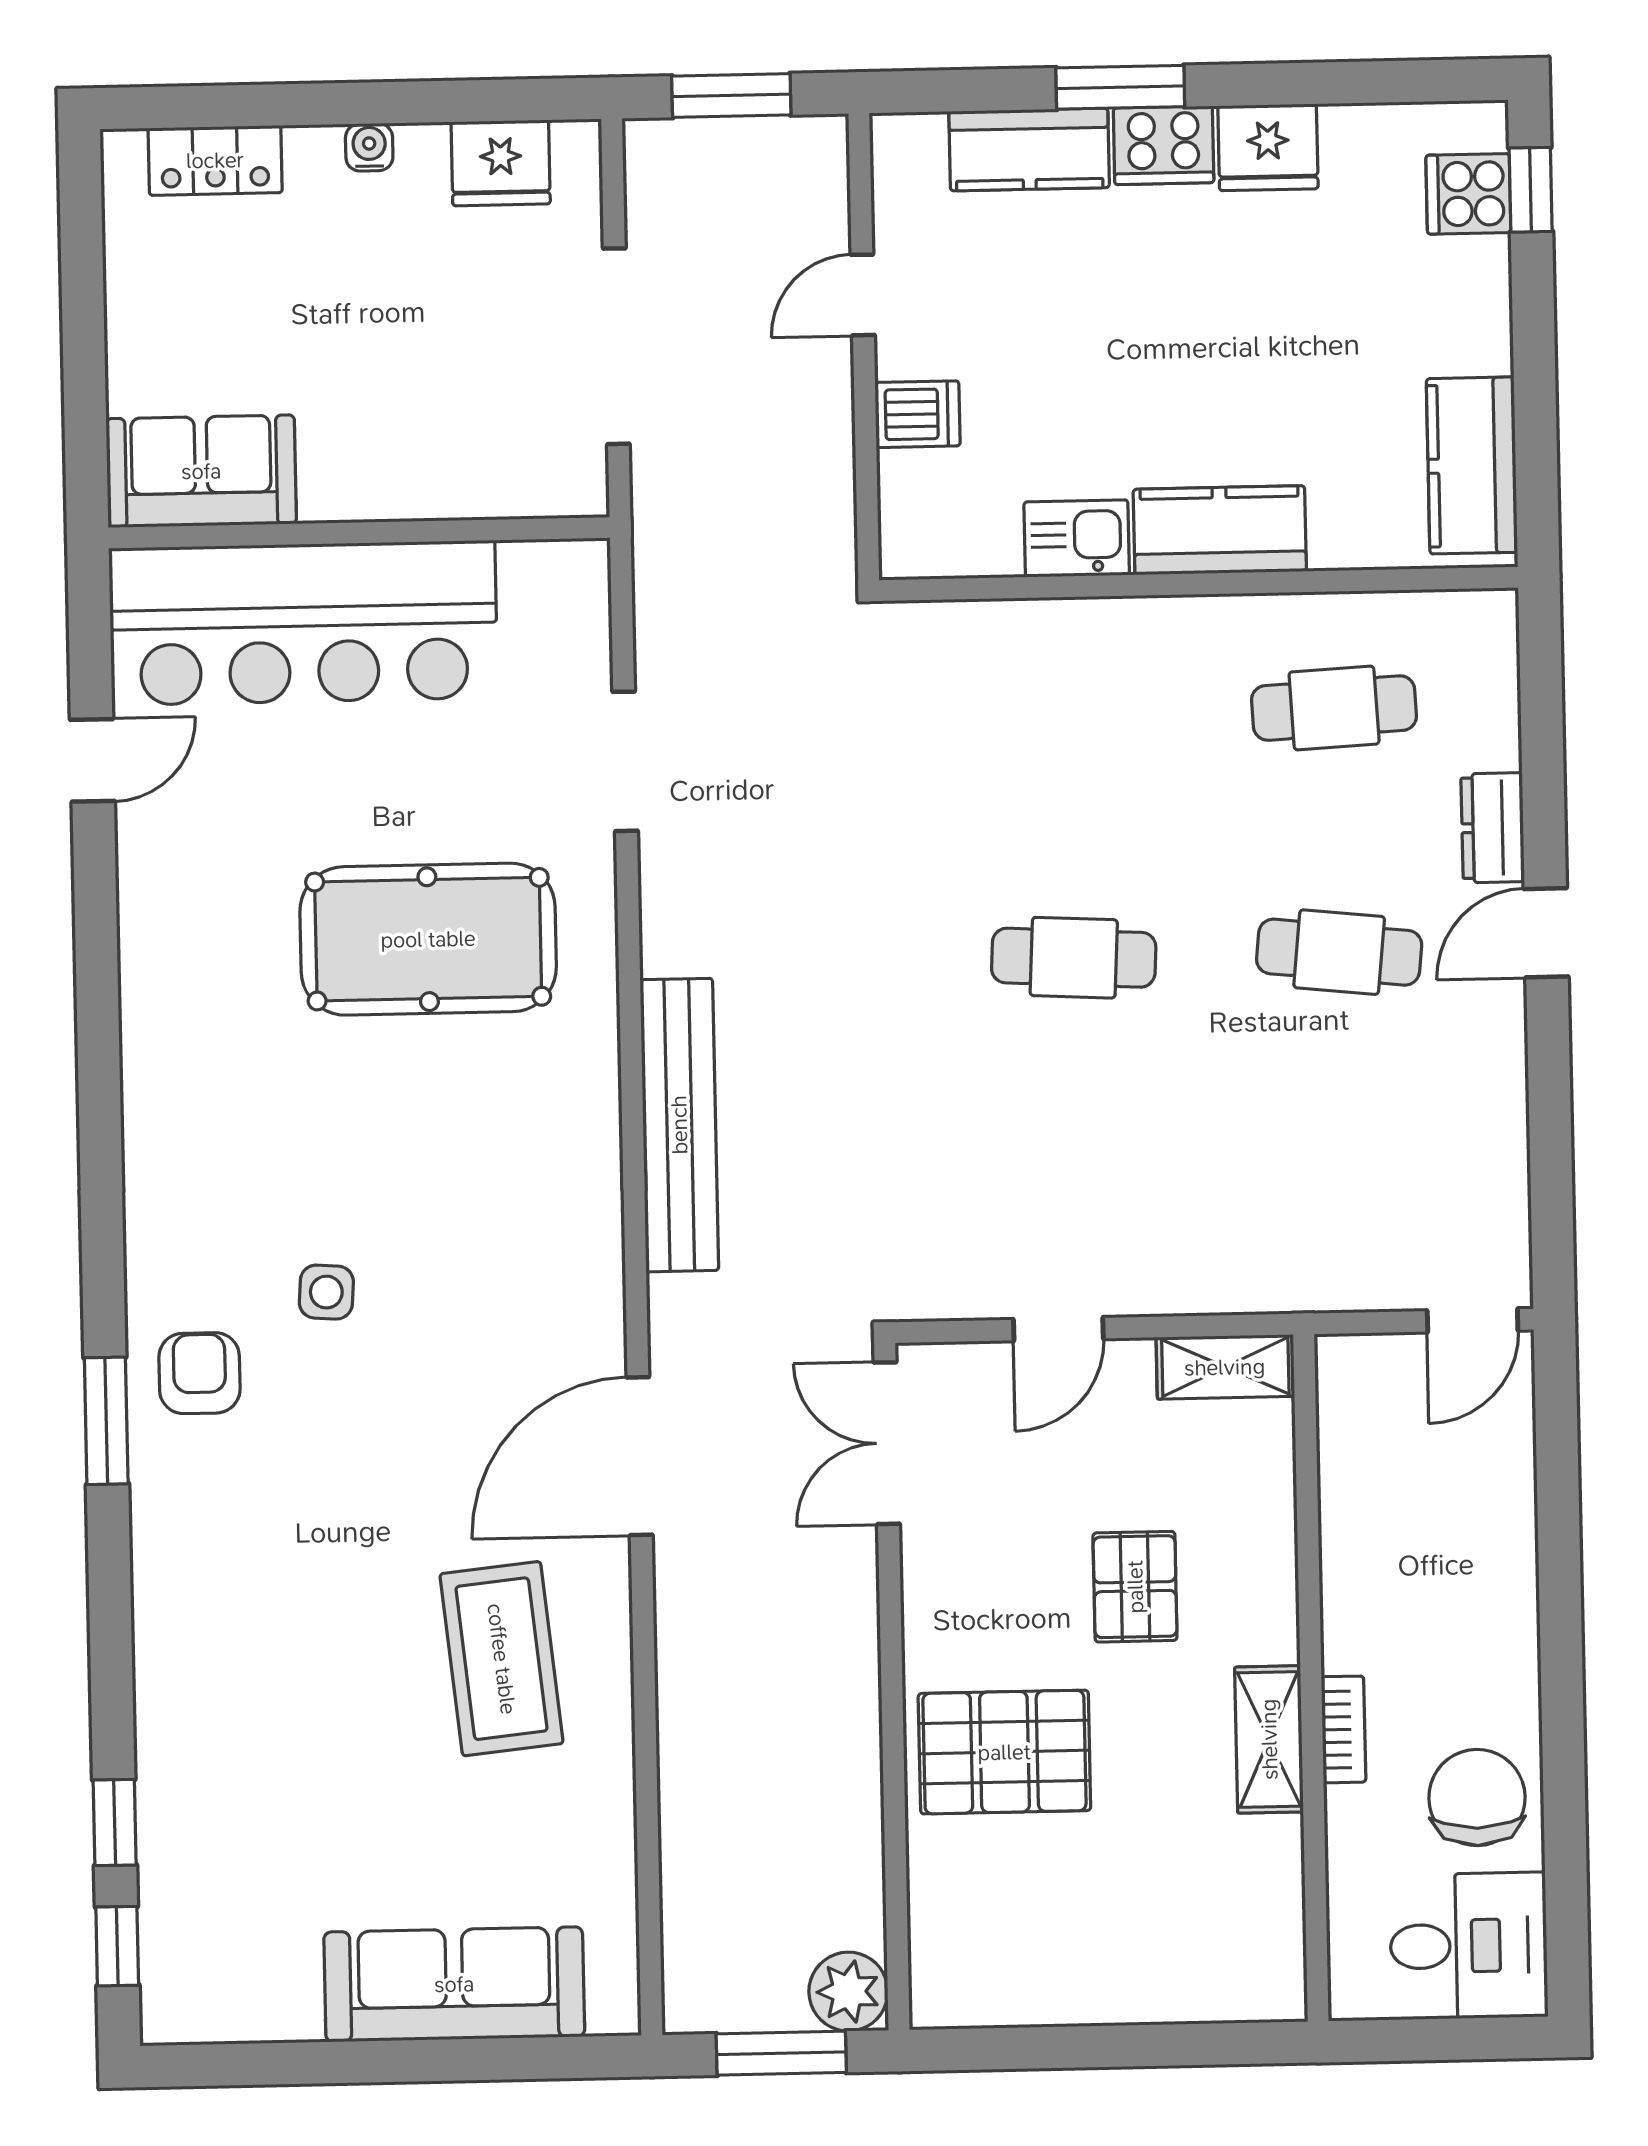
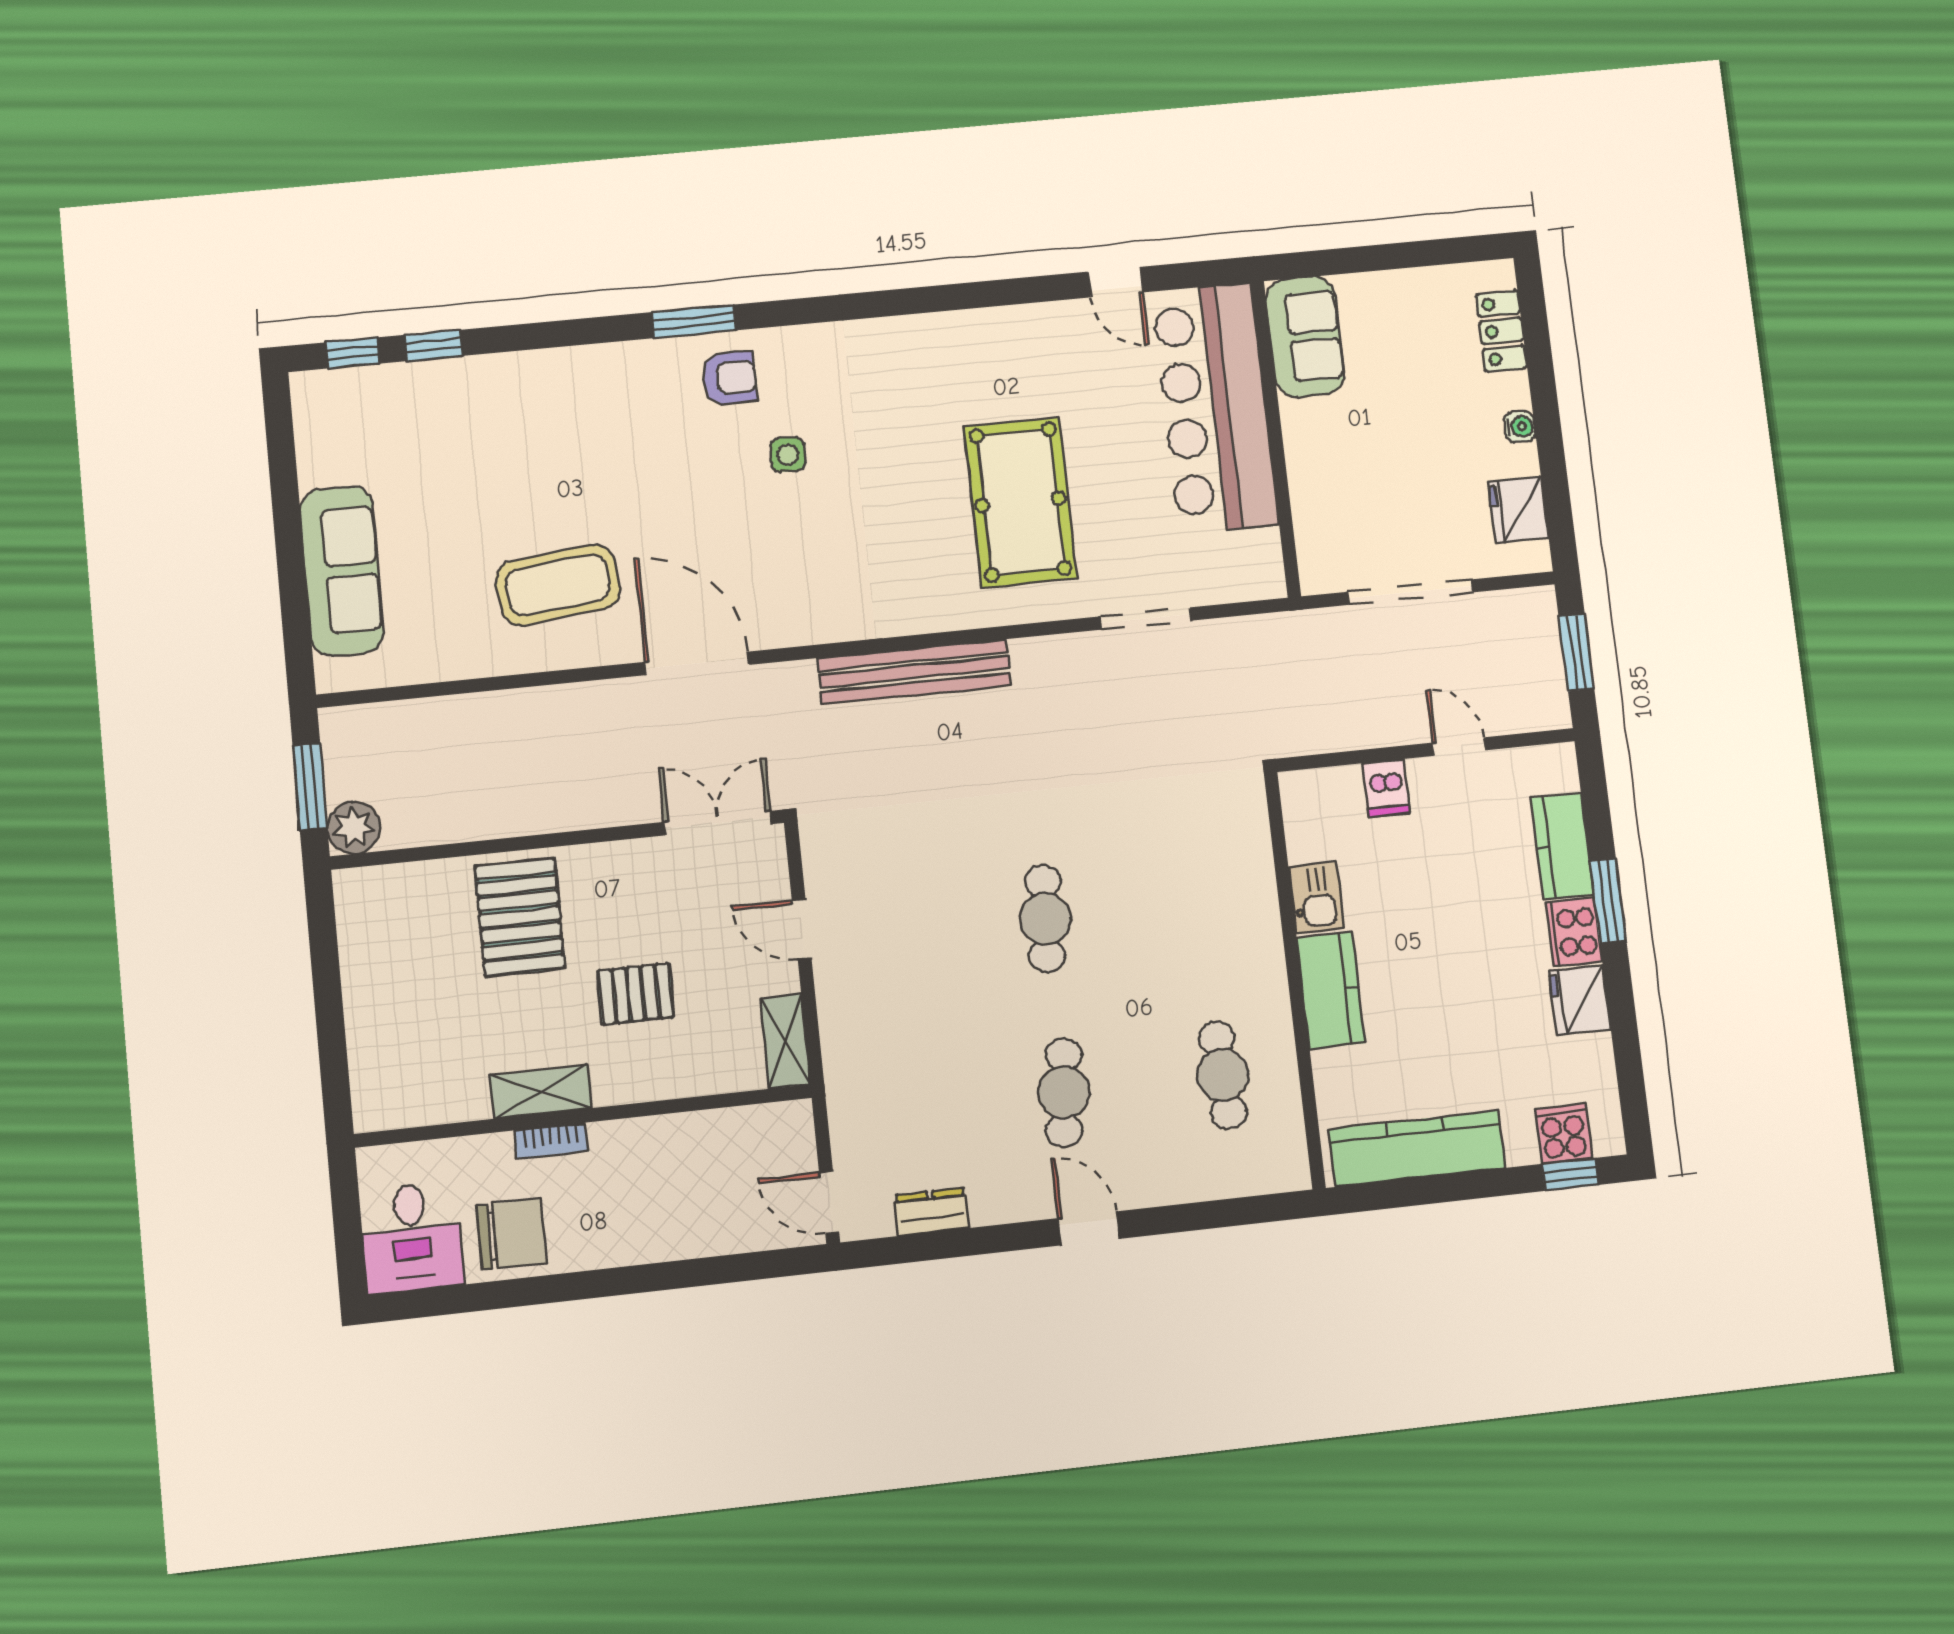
kitchen counter: (1472, 465) -> (1417, 1149), width x1.50
dresser: (1493, 828) -> (932, 1212), moved

